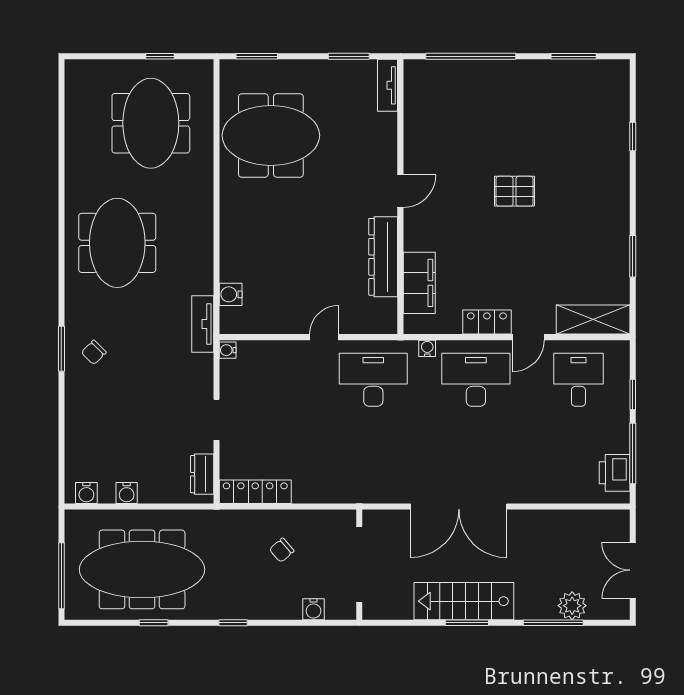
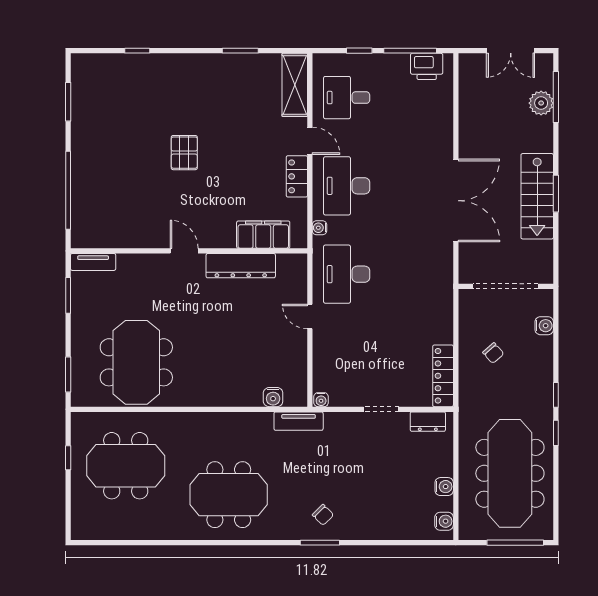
window: (154, 623) -> (556, 433), moved
window: (553, 623) -> (556, 97), moved

